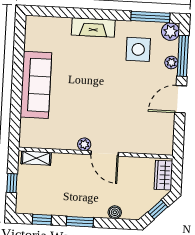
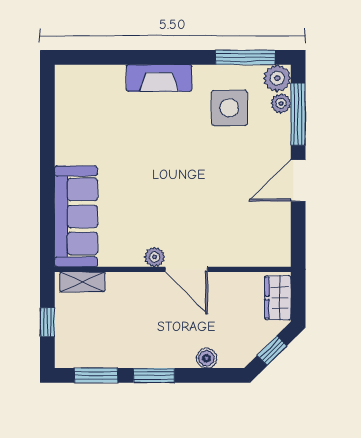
plant: (171, 63) -> (281, 103), moved
sofa: (36, 85) -> (76, 216), moved
window: (42, 220) -> (96, 375), width x1.50

